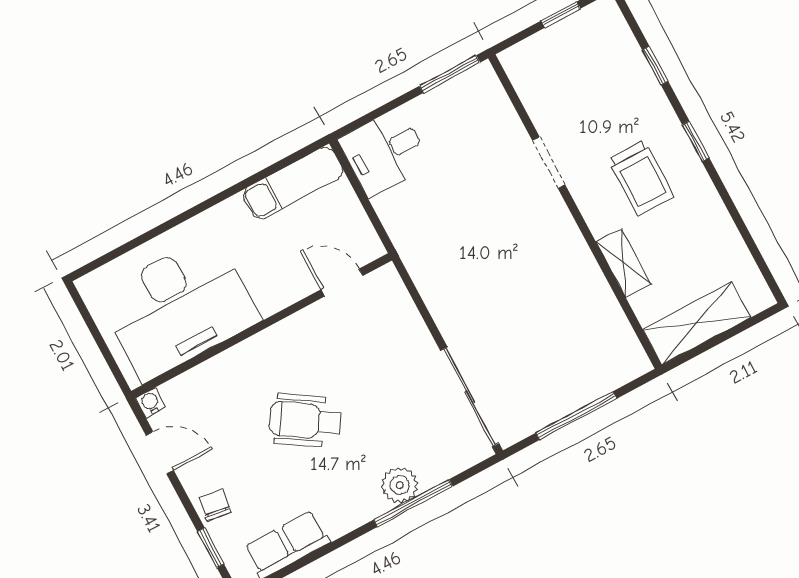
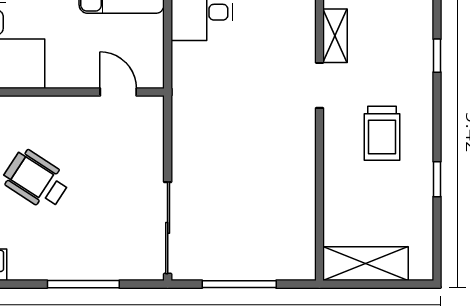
window: (696, 141) -> (437, 179), moved
shelving: (624, 263) -> (335, 36), moved
plant: (400, 485) -> (81, 265), removed

